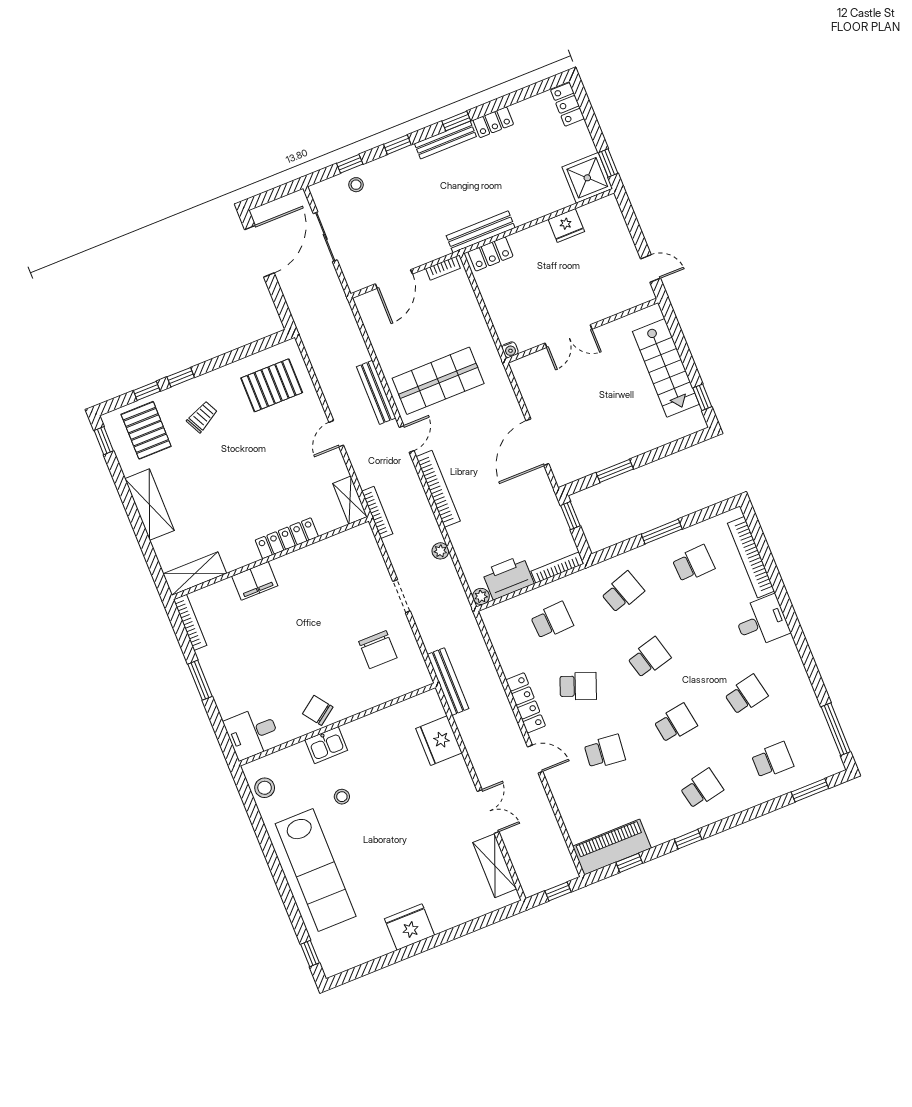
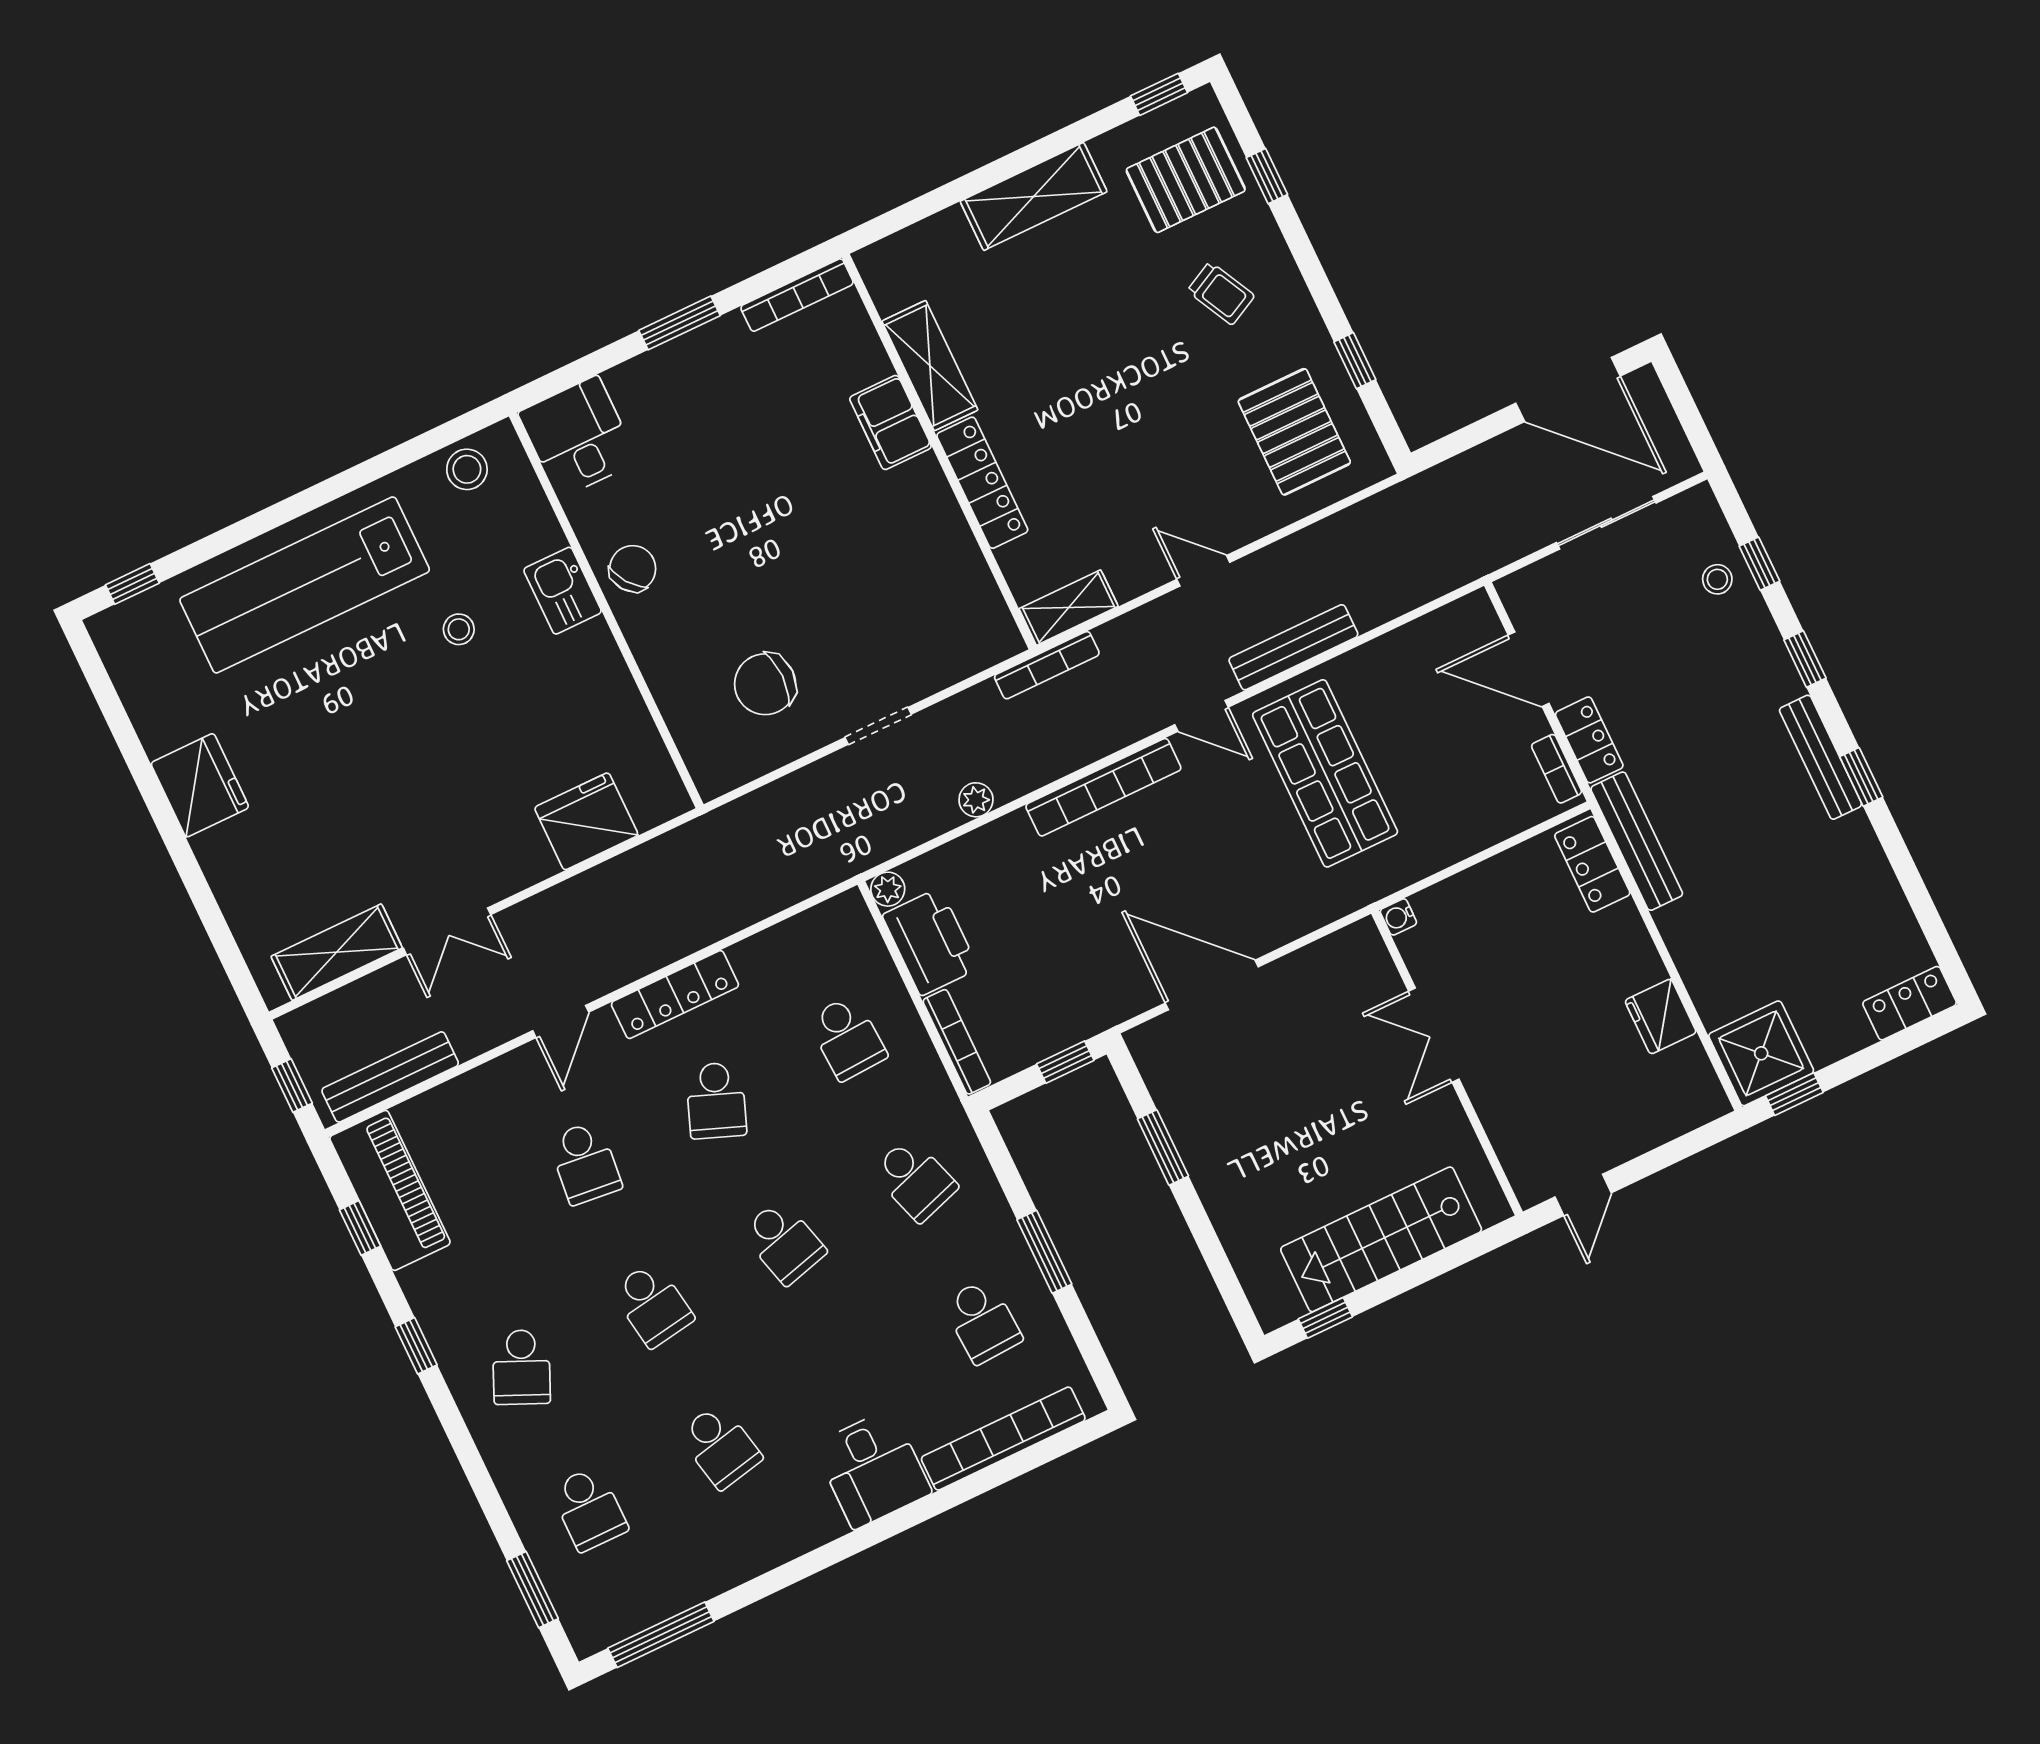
locker: (493, 122) -> (1589, 740), moved, turned 180
window: (181, 377) -> (1355, 361), moved
shelving: (195, 574) -> (930, 366), moved
bench: (448, 682) -> (390, 1077), moved
school desk: (702, 789) -> (521, 1367), turned 36

